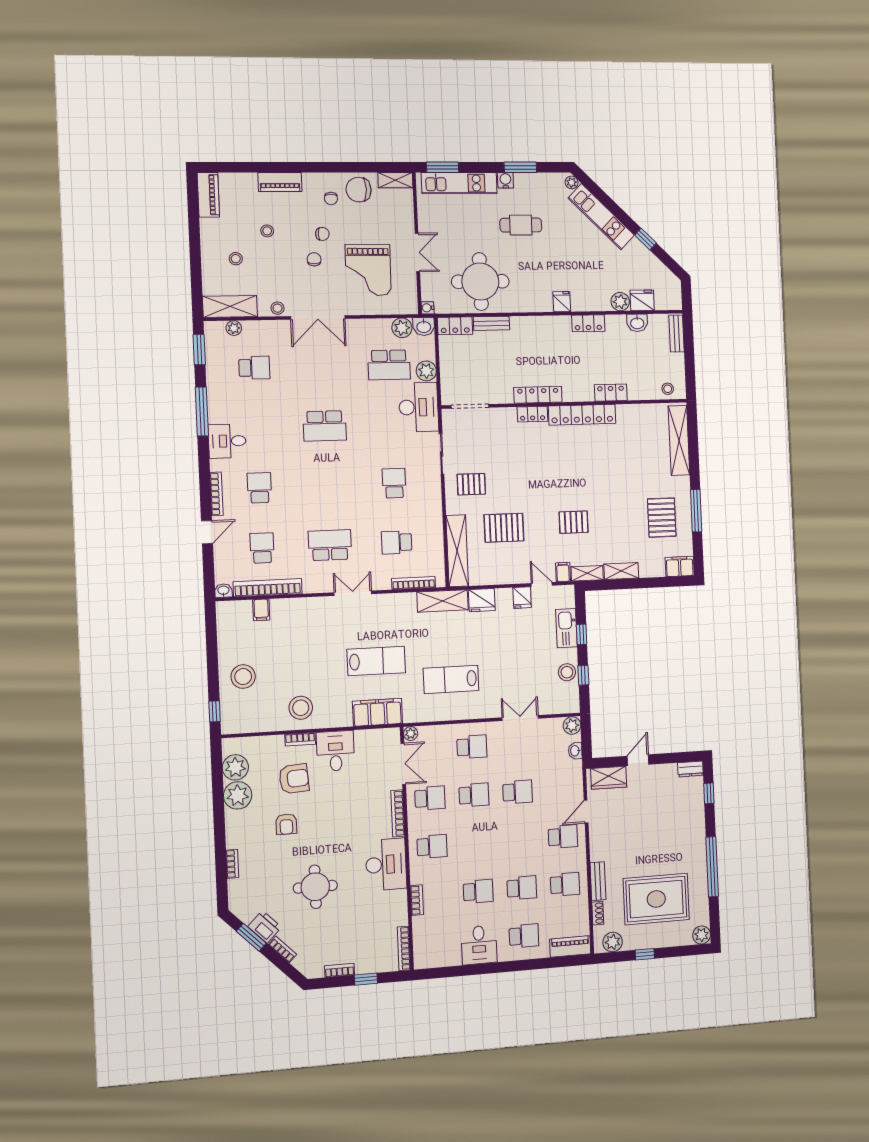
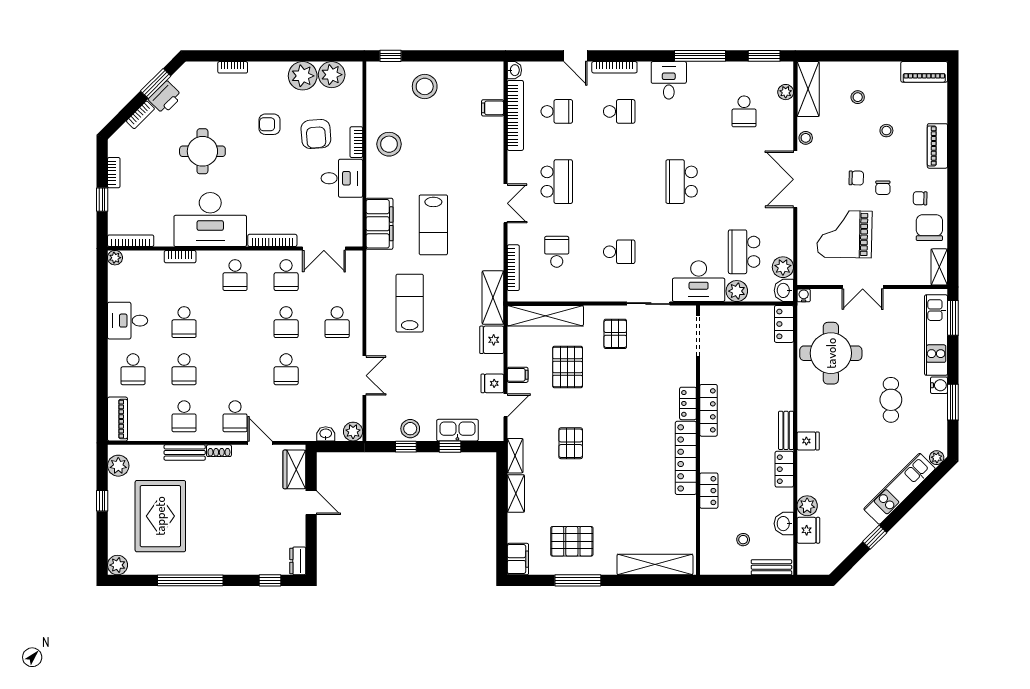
bench: (491, 323) -> (786, 430), moved
stool: (668, 389) -> (743, 540), moved
filing cabinet: (563, 572) -> (518, 375), moved
plant: (411, 734) -> (115, 258), moved
desk: (386, 864) -> (210, 220), width x1.36, depth x1.30
shoe rack: (598, 913) -> (219, 451), moved

